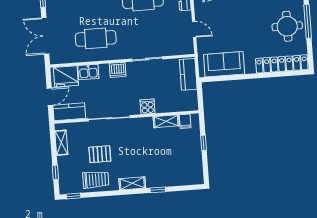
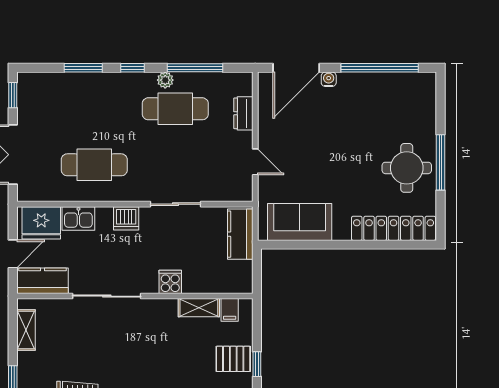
window: (203, 143) -> (257, 364), moved
pallet: (100, 154) -> (233, 359), moved

